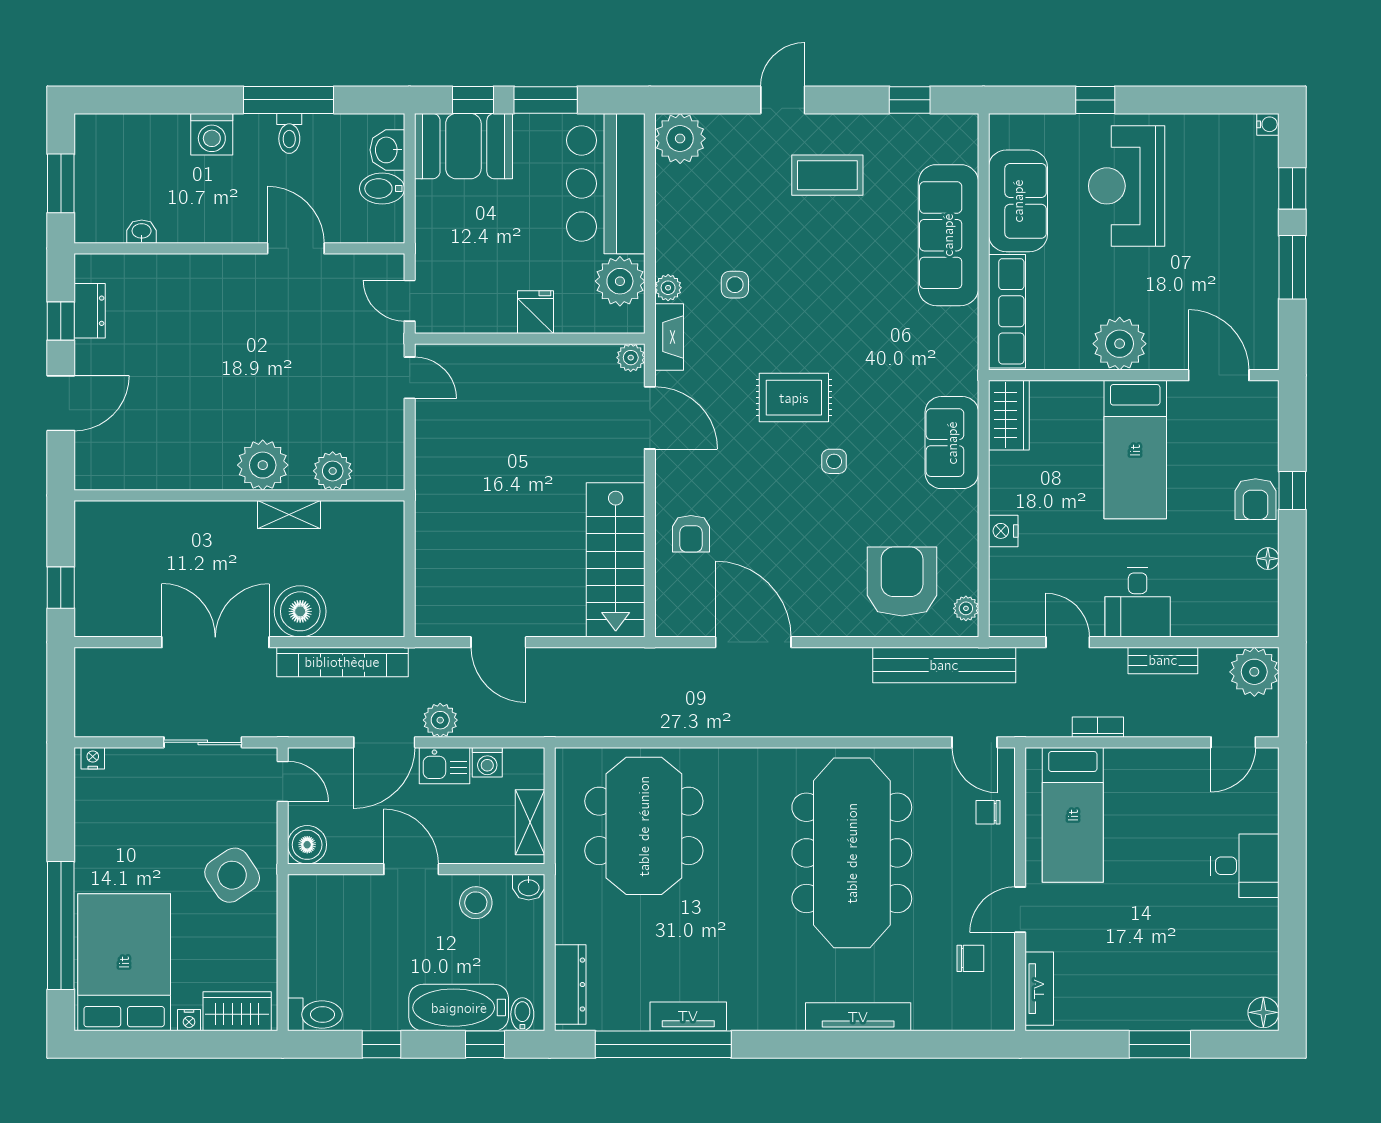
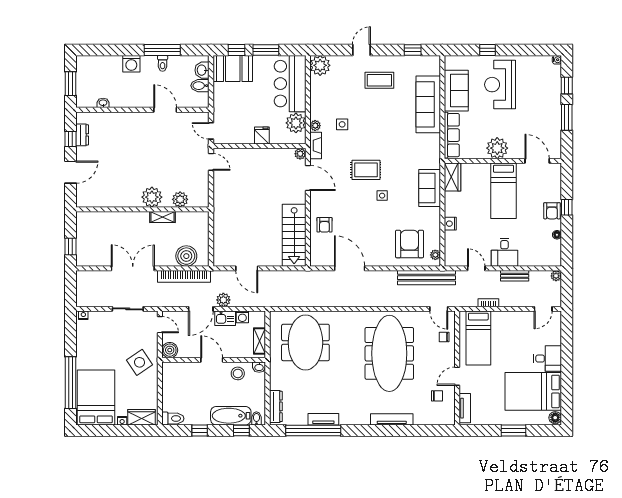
boiler: (300, 611) -> (186, 256), moved
plant: (1254, 672) -> (556, 276), width x0.53, depth x0.53
bed: (1209, 947) -> (533, 391), added

